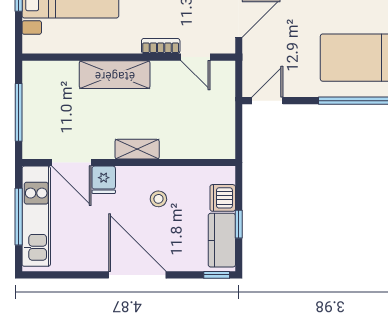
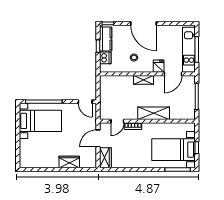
door: (195, 57) -> (117, 121), swing flipped
door: (267, 101) -> (85, 102), hinge flipped
door: (71, 163) -> (173, 74), swing flipped

